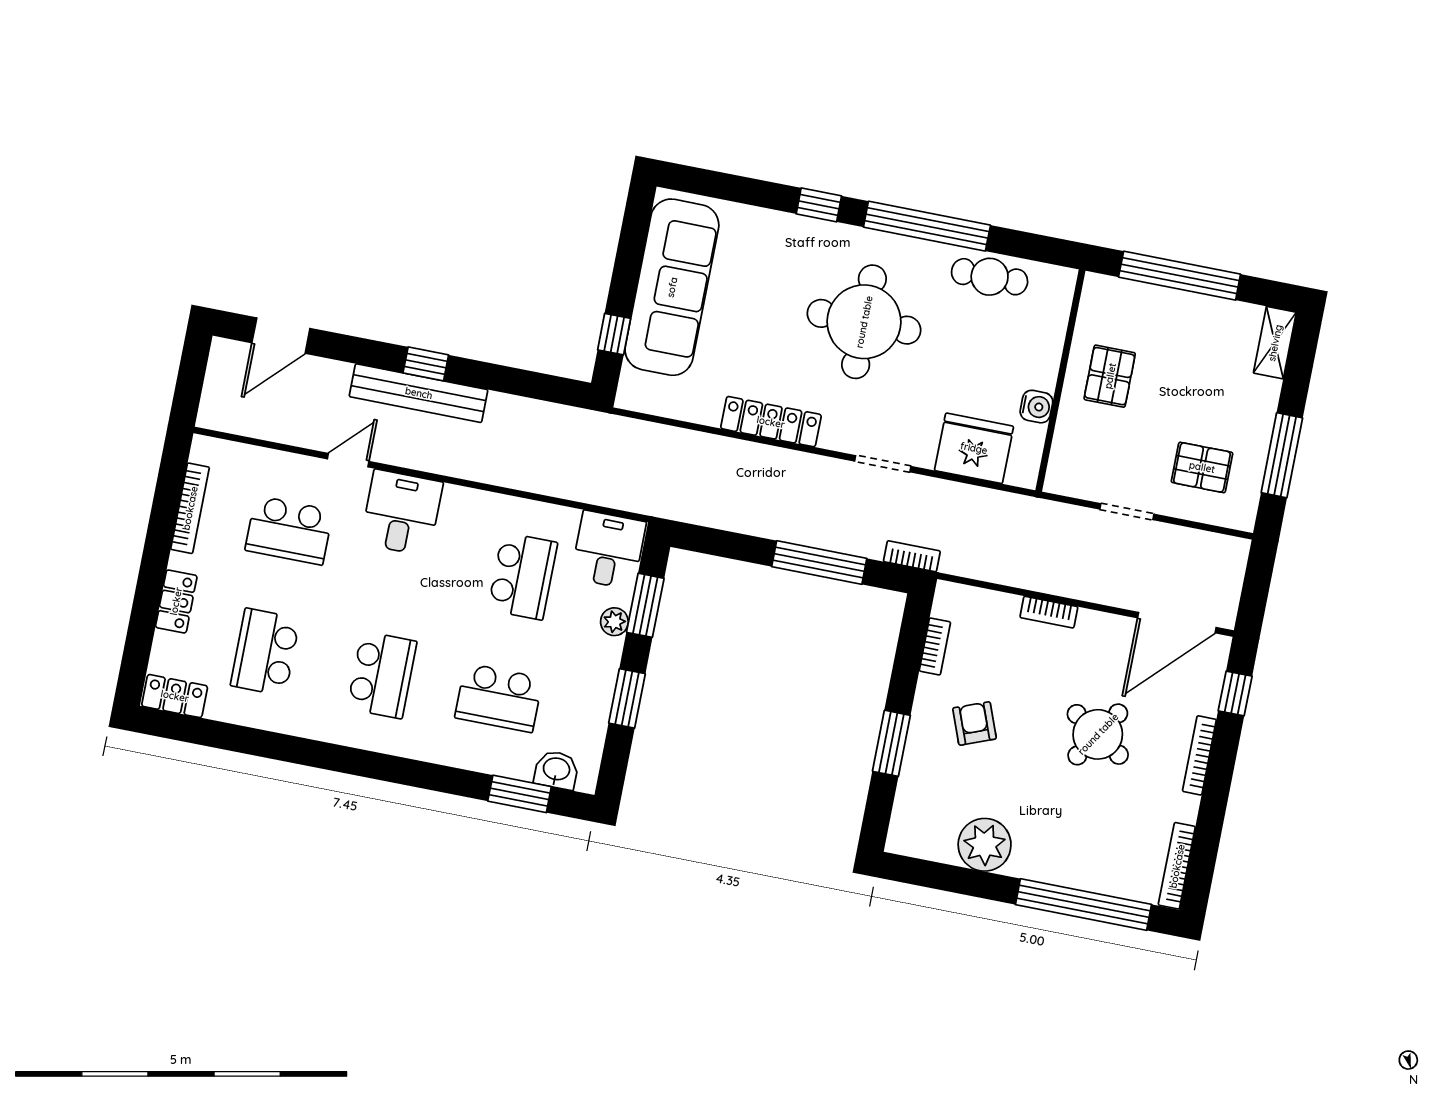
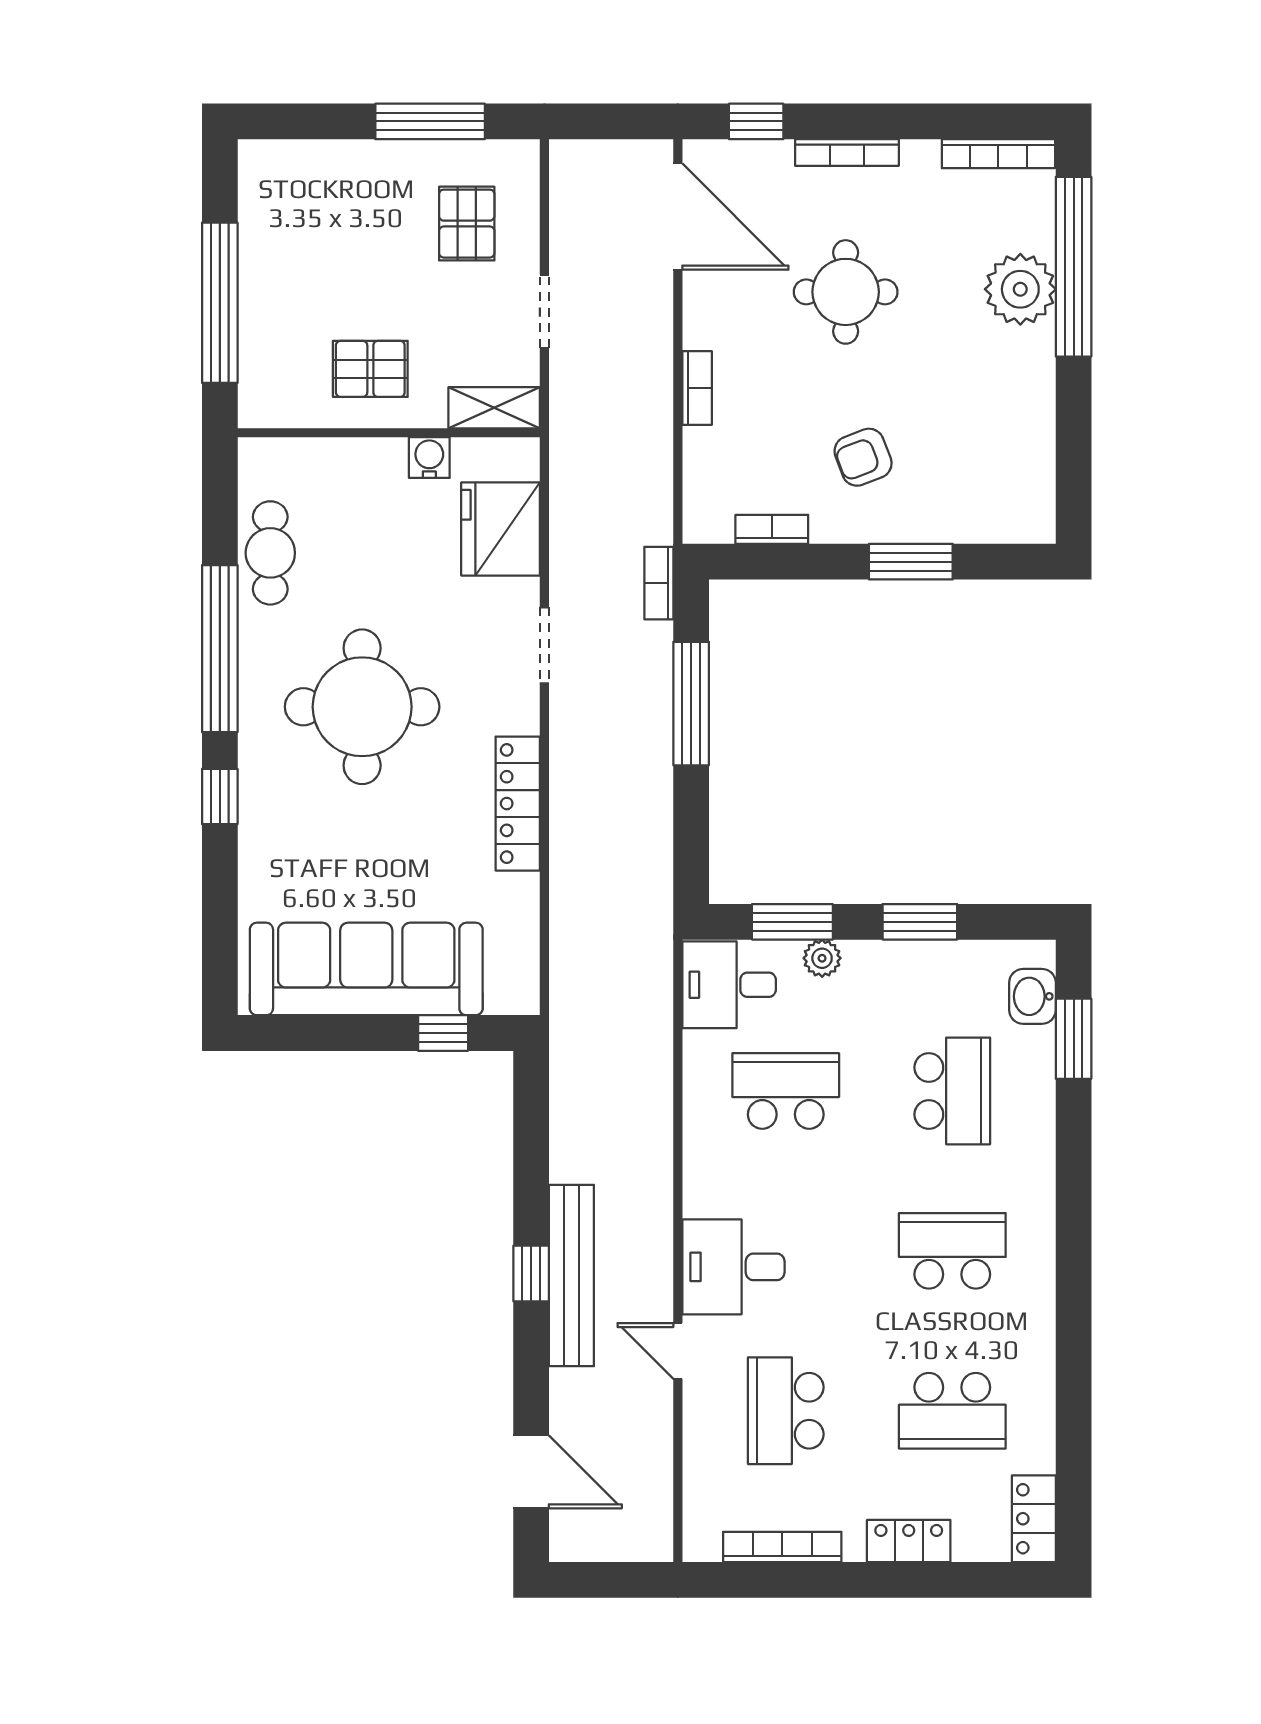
shelving: (1275, 343) -> (494, 408), moved
school desk: (289, 530) -> (786, 1411), turned 180
round table: (1098, 734) -> (846, 292), turned -33
plant: (985, 845) -> (1020, 289), moved

